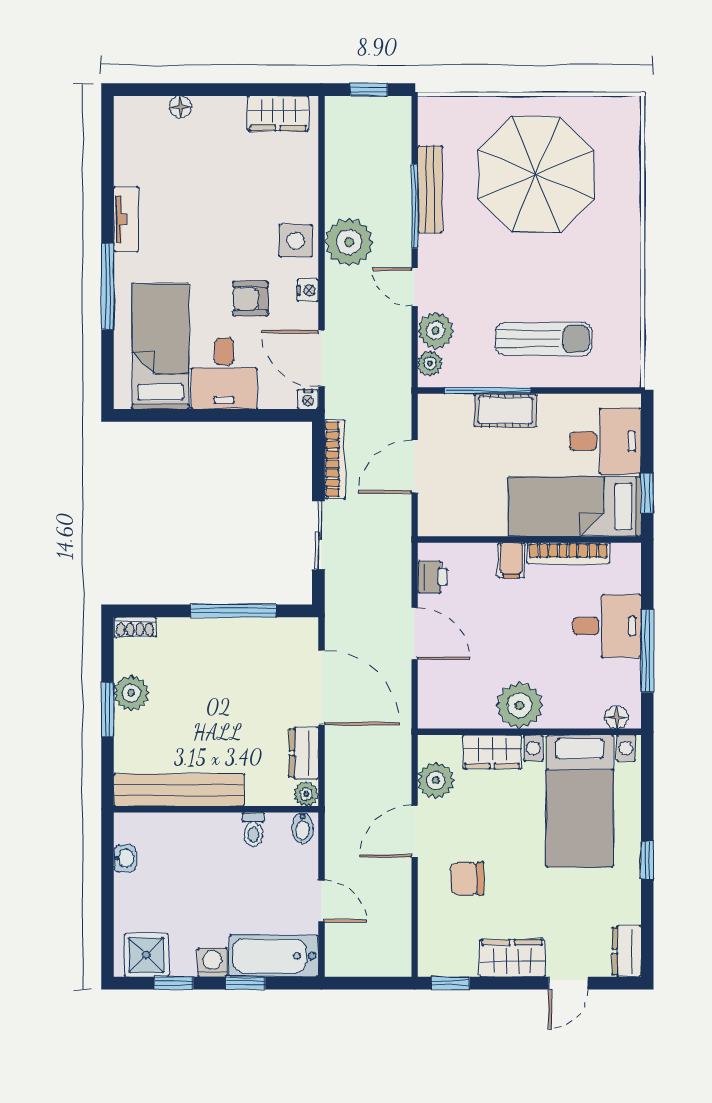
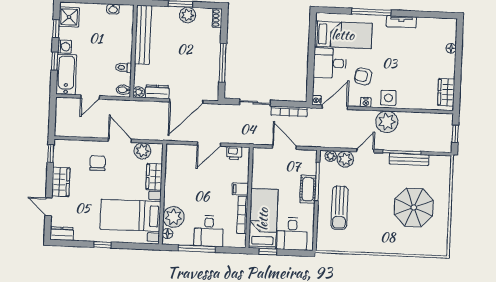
parasol: (536, 174) -> (414, 207), width x0.73, depth x0.73
armchair: (251, 299) -> (363, 76), turned -80
plant: (520, 705) -> (174, 217), moved

